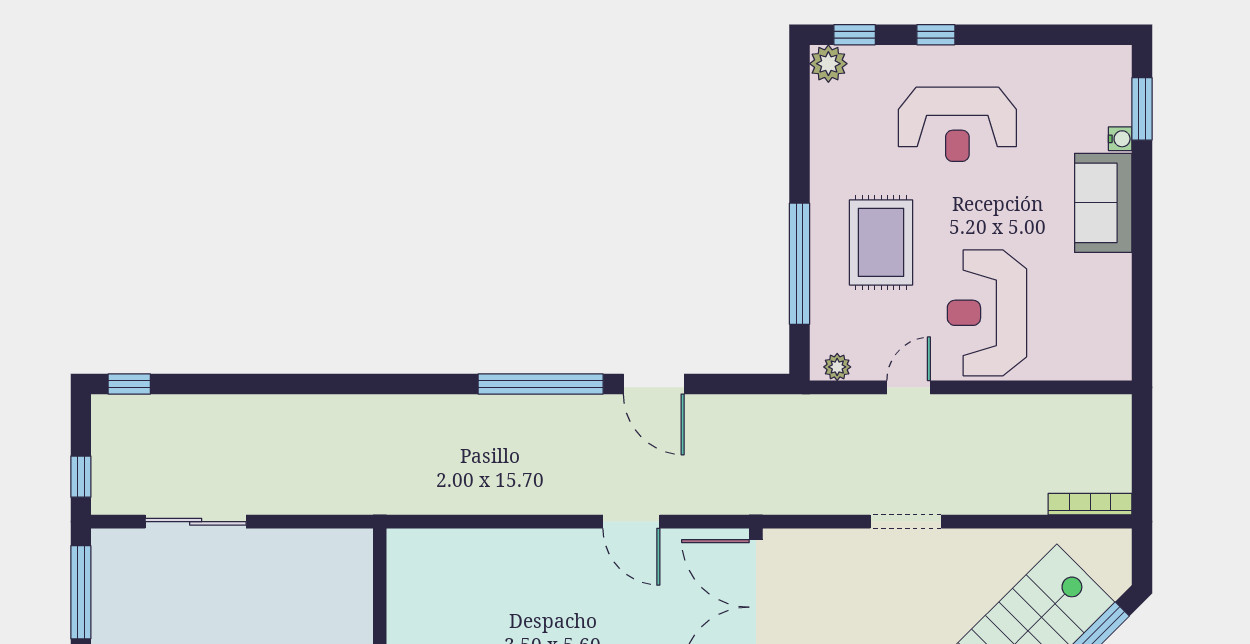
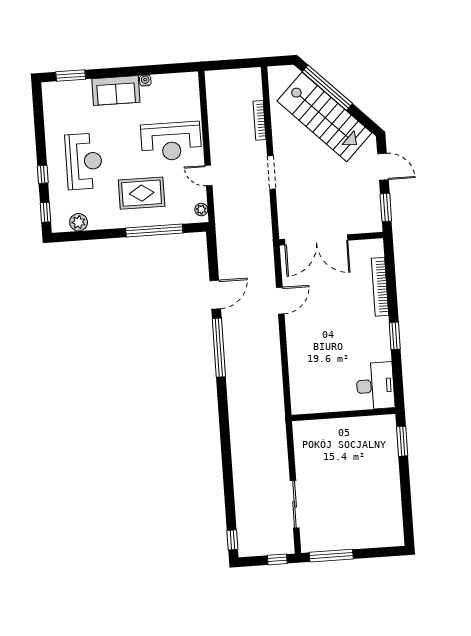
plant: (828, 64) -> (79, 222), moved
water cooler: (1120, 139) -> (145, 81), moved
bookcase: (1090, 504) -> (259, 120), moved

